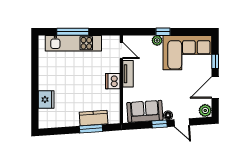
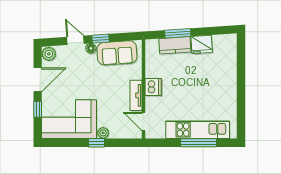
fridge: (46, 99) -> (202, 44), moved, turned -94

